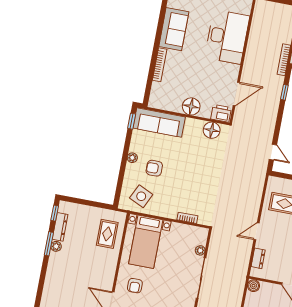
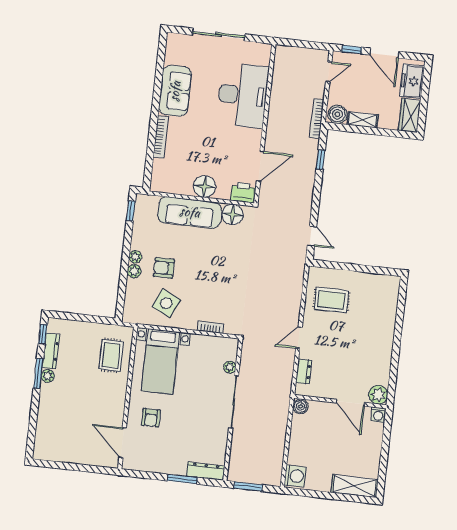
sofa: (159, 122) -> (190, 212), moved
plant: (131, 169) -> (134, 271), added
side table: (141, 196) -> (166, 303), moved

